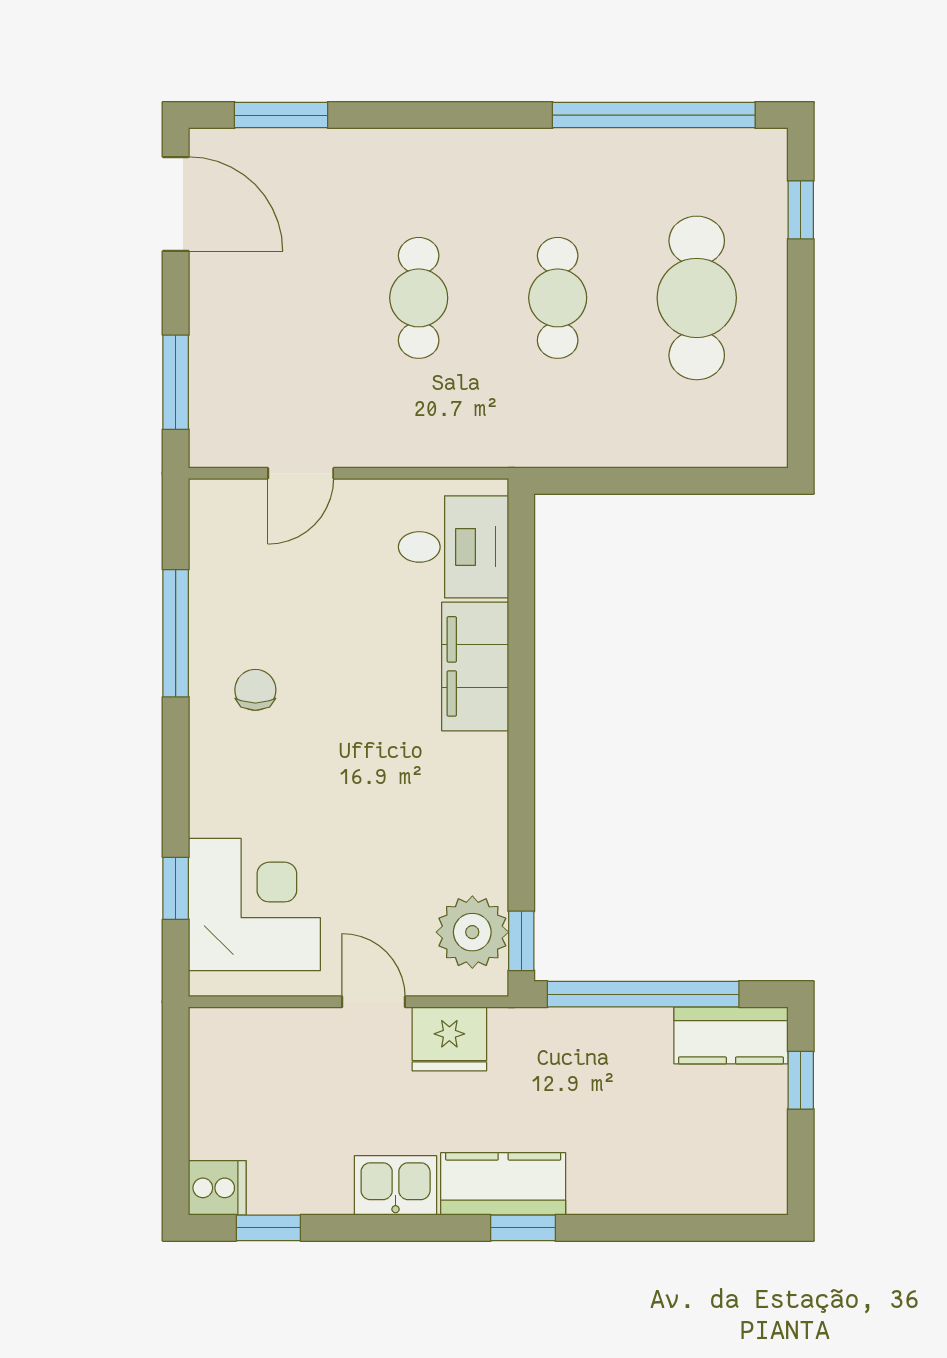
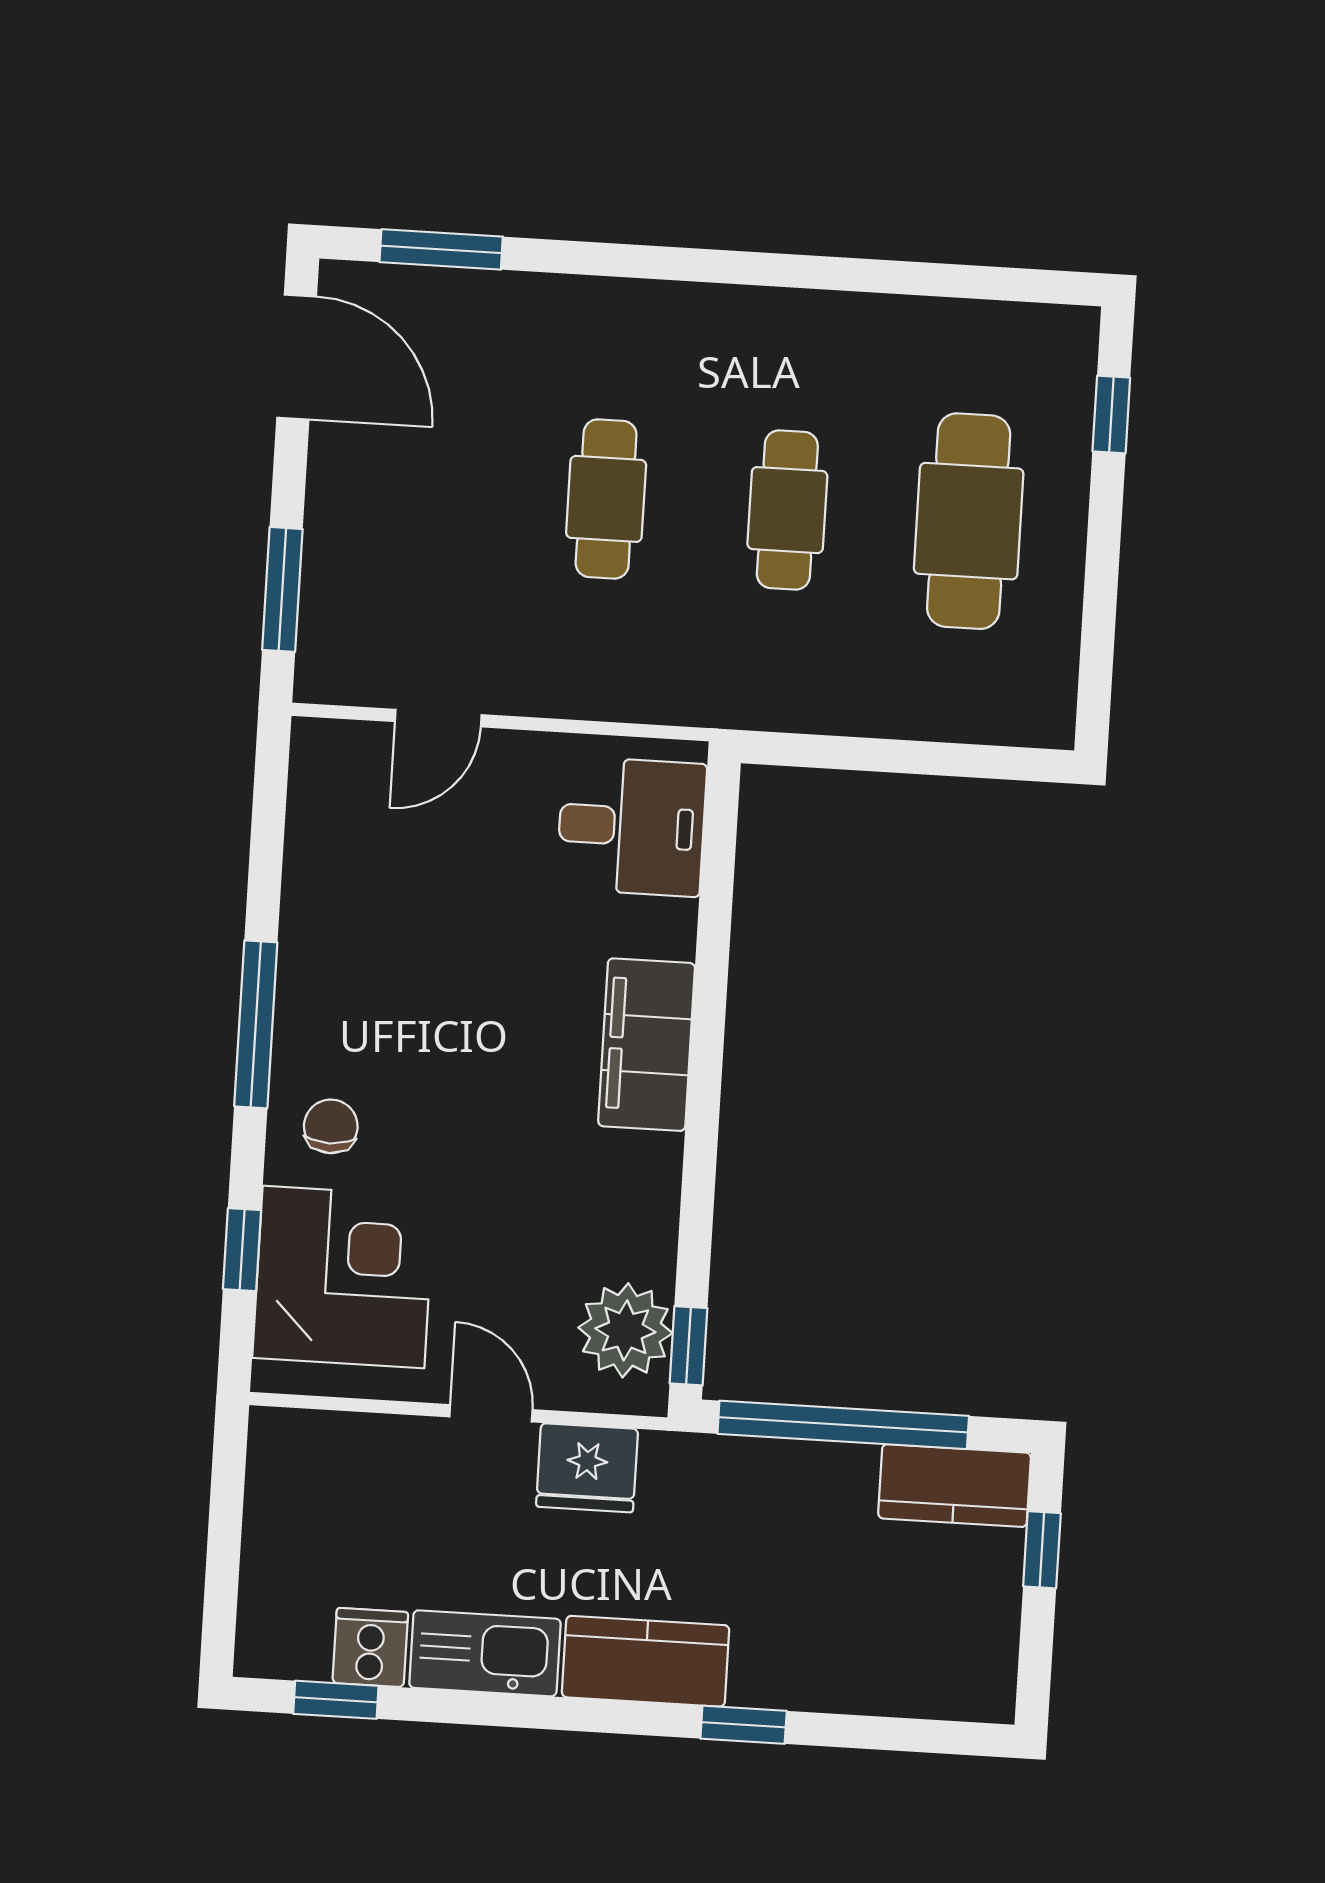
window: (654, 115) -> (927, 279), removed
window: (176, 633) -> (256, 1024), moved
filing cabinet: (475, 666) -> (647, 1045), moved
chair: (255, 690) -> (331, 1126), moved
kitchen sink: (396, 1185) -> (485, 1653), width x1.38
cooker: (217, 1188) -> (370, 1648), moved, turned -90
window: (523, 1228) -> (744, 1725), moved

